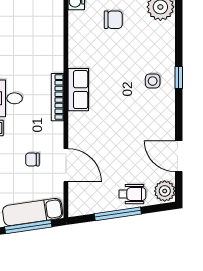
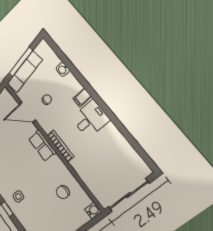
chair: (113, 20) -> (63, 192), moved
row of seats: (78, 90) -> (42, 146), moved

